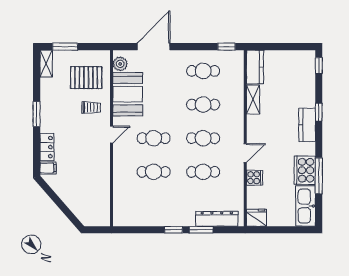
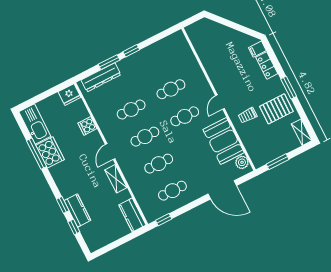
window: (65, 47) -> (278, 162), moved
door: (154, 47) -> (222, 190), hinge flipped
window: (319, 66) -> (74, 227), moved
pallet: (86, 78) -> (276, 109), moved
shelving: (253, 100) -> (116, 179), moved
kitchen counter: (307, 125) -> (77, 211), moved
door: (245, 153) -> (110, 152), moved

